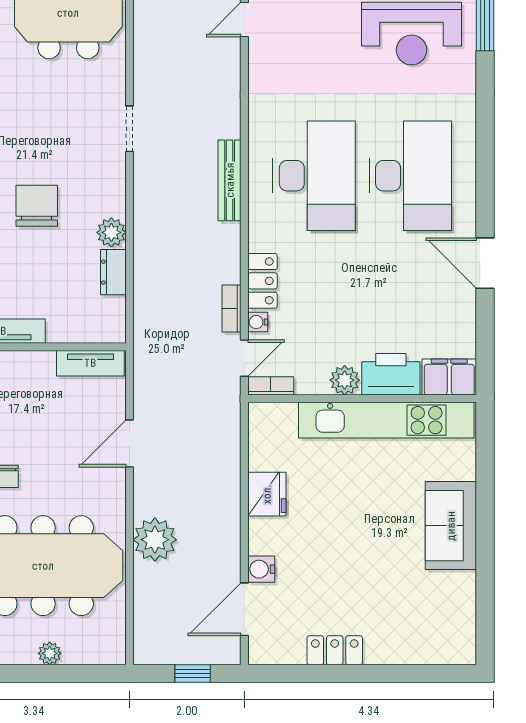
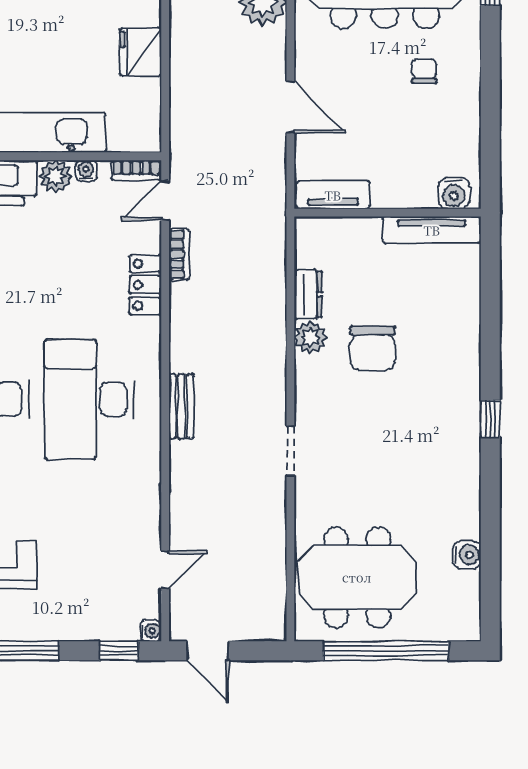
bench: (230, 180) -> (181, 406), width x0.73
chair: (37, 206) -> (373, 348), moved
water cooler: (258, 322) -> (86, 171), moved, turned -90
door: (130, 443) -> (290, 107), hinge flipped

